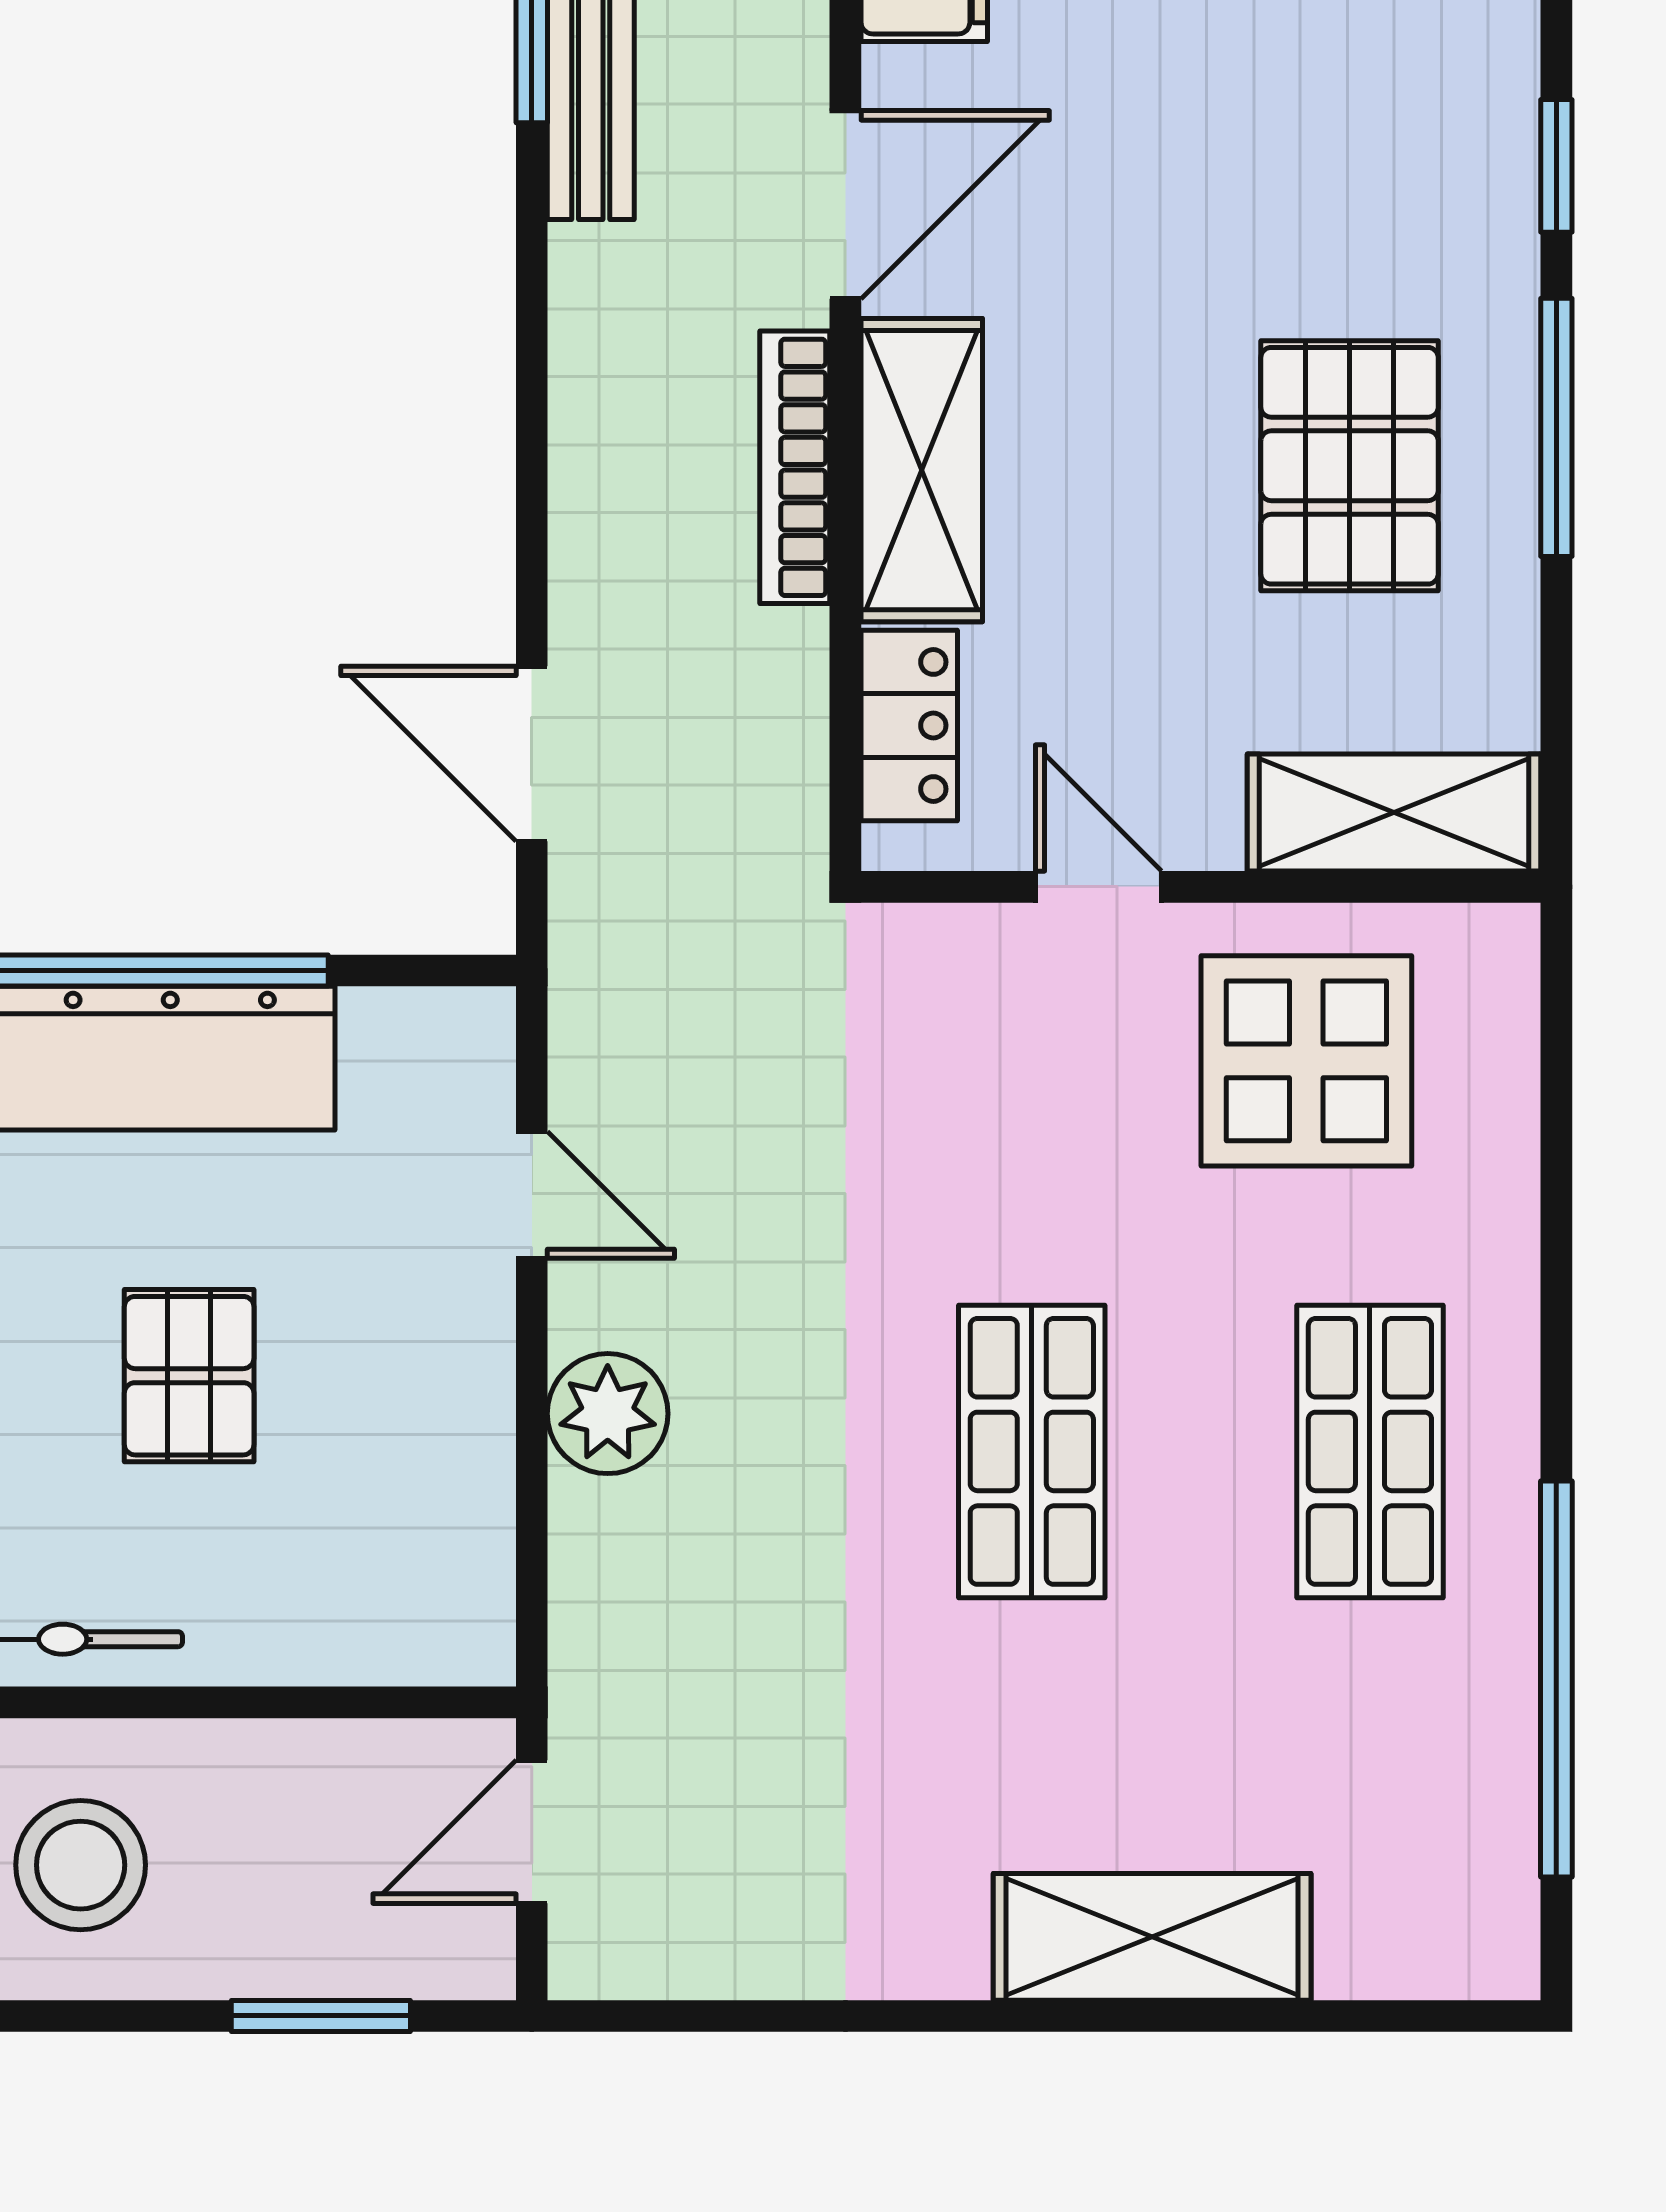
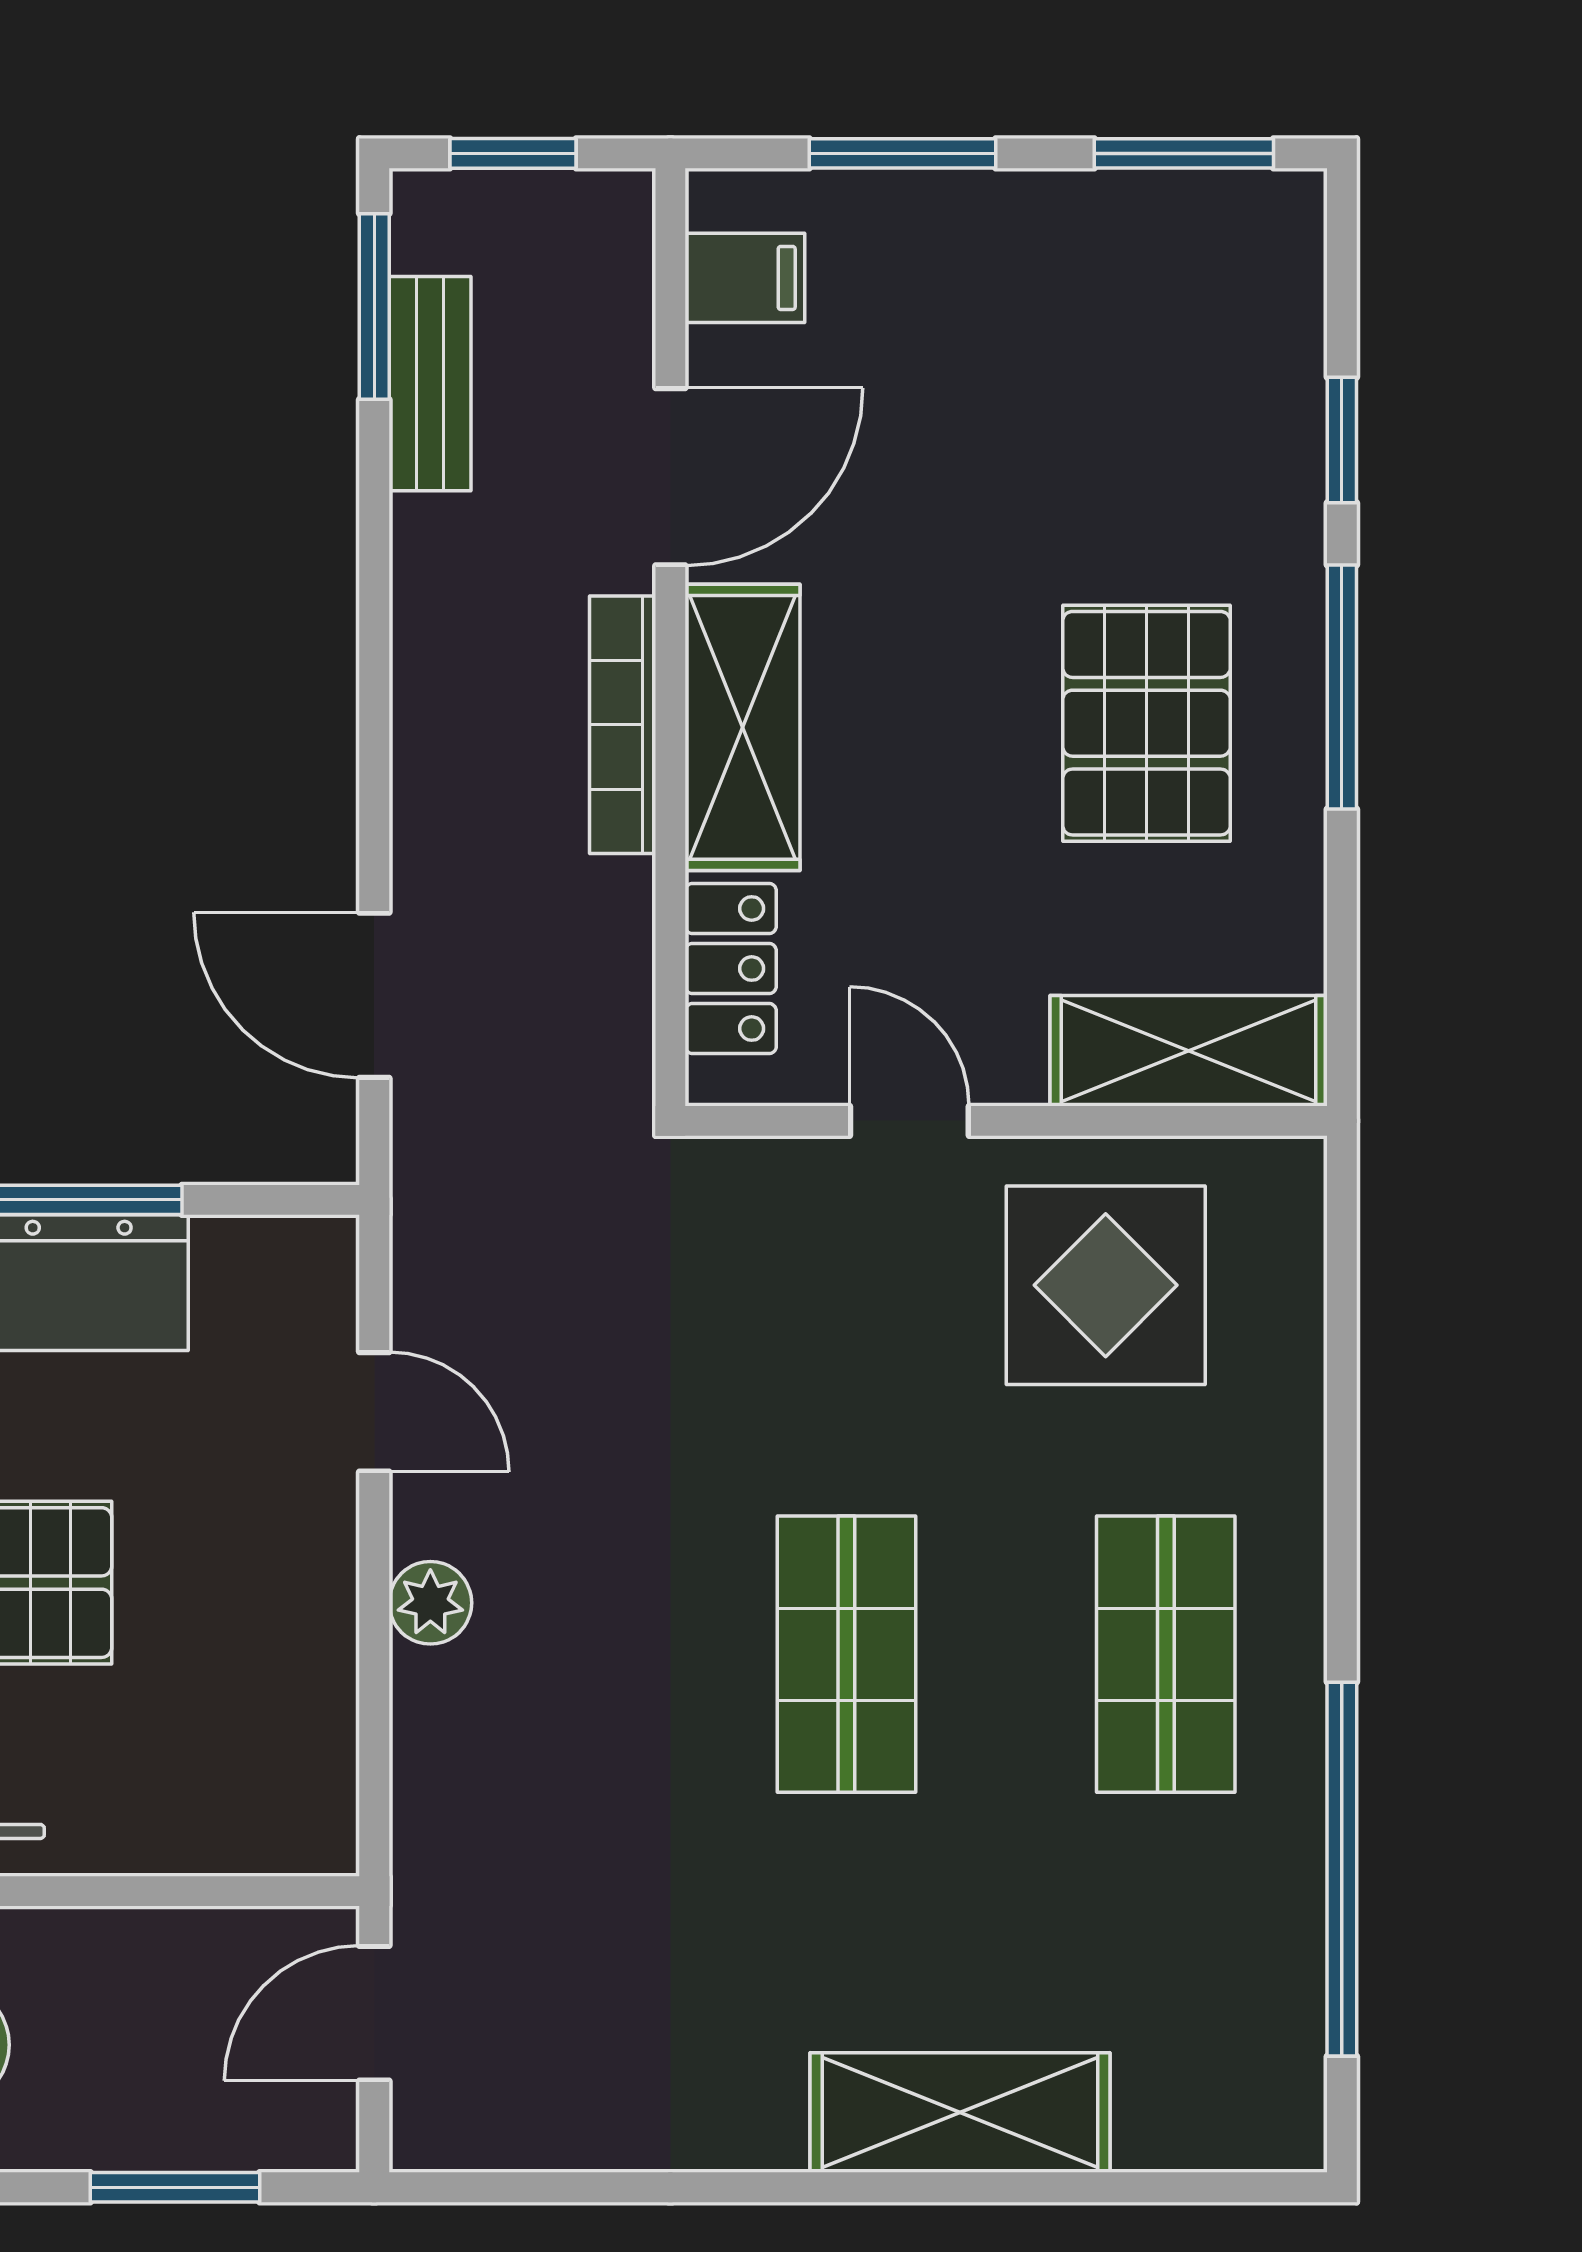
plant: (608, 1414) -> (430, 1603), width x0.73, depth x0.73

